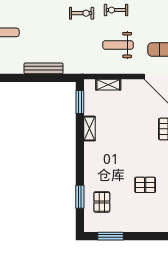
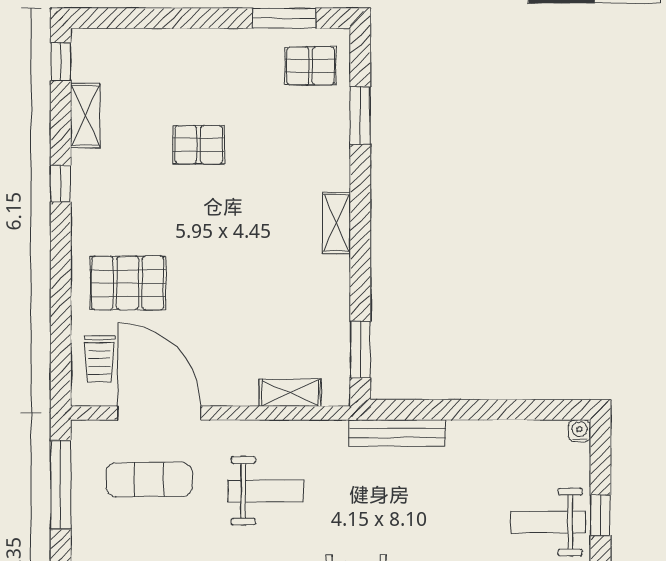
bench: (44, 68) -> (397, 433), moved
shelving: (89, 129) -> (336, 223), moved
pallet: (102, 202) -> (311, 66), moved, turned 90

